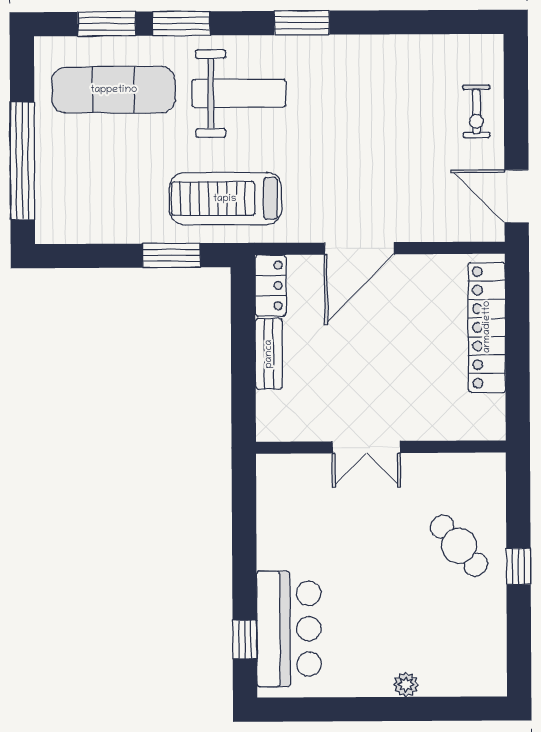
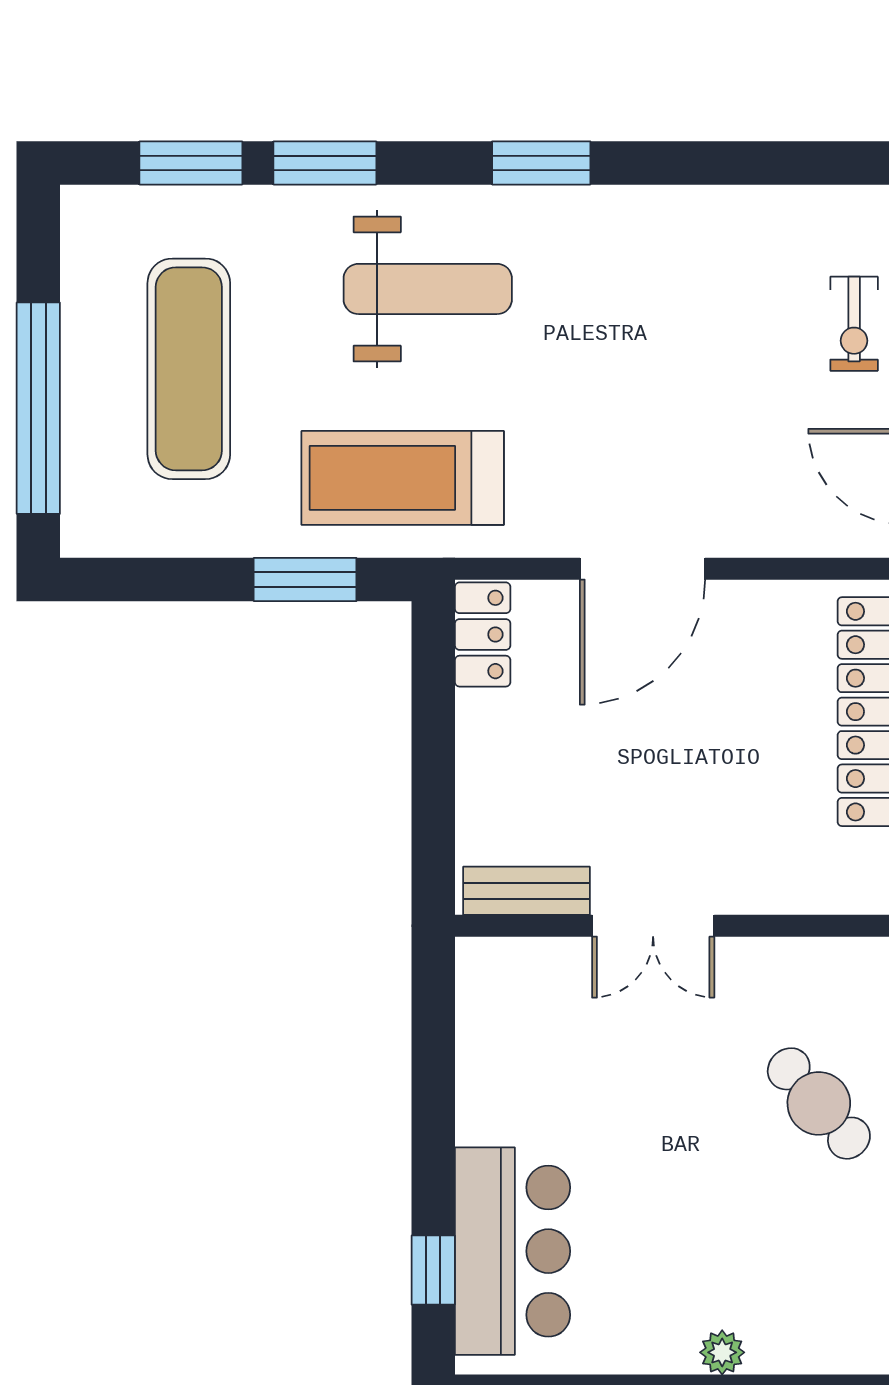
exercise mat: (114, 90) -> (189, 369), moved, turned 90
bench: (269, 354) -> (526, 891), moved, turned 90

